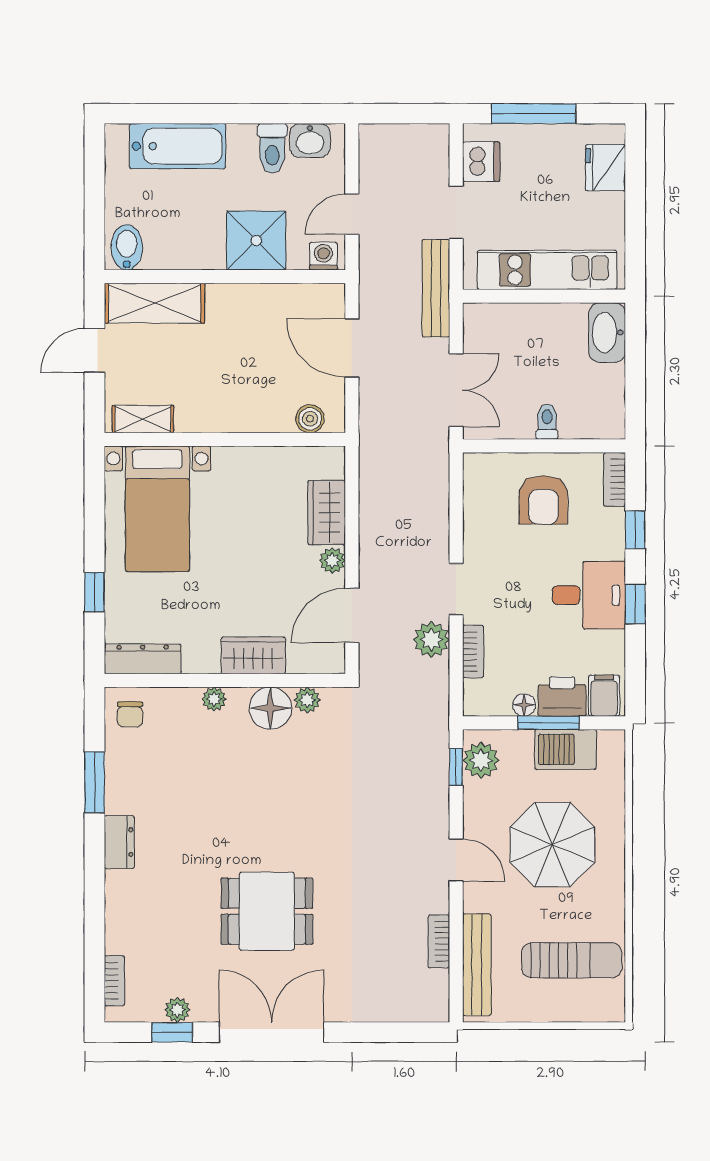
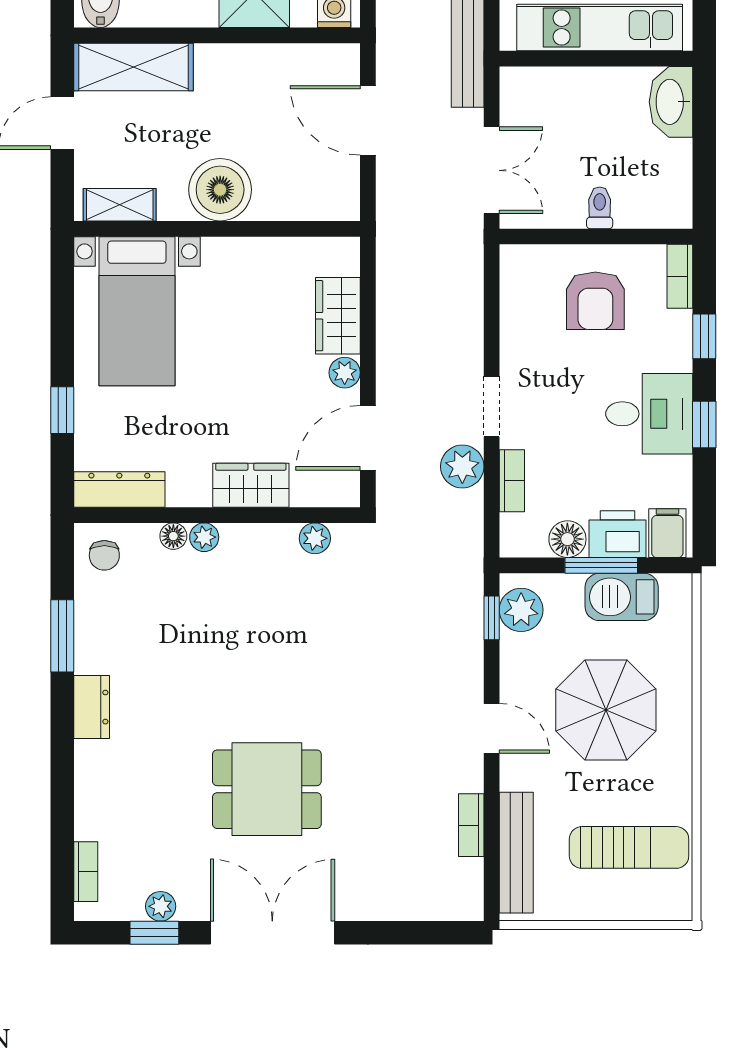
boiler: (310, 419) -> (220, 190), moved, width x1.86, depth x1.86
floor lamp: (524, 705) -> (567, 539), width x1.37, depth x1.37
floor lamp: (270, 708) -> (173, 536), moved, width x0.53, depth x0.53

